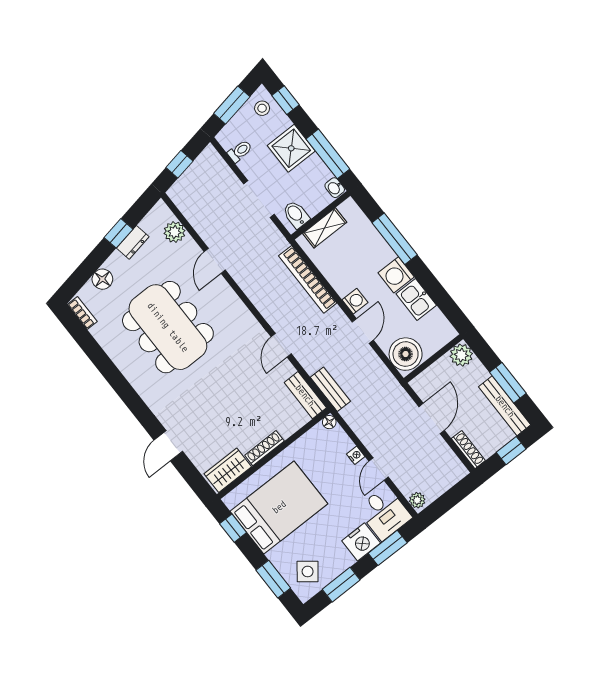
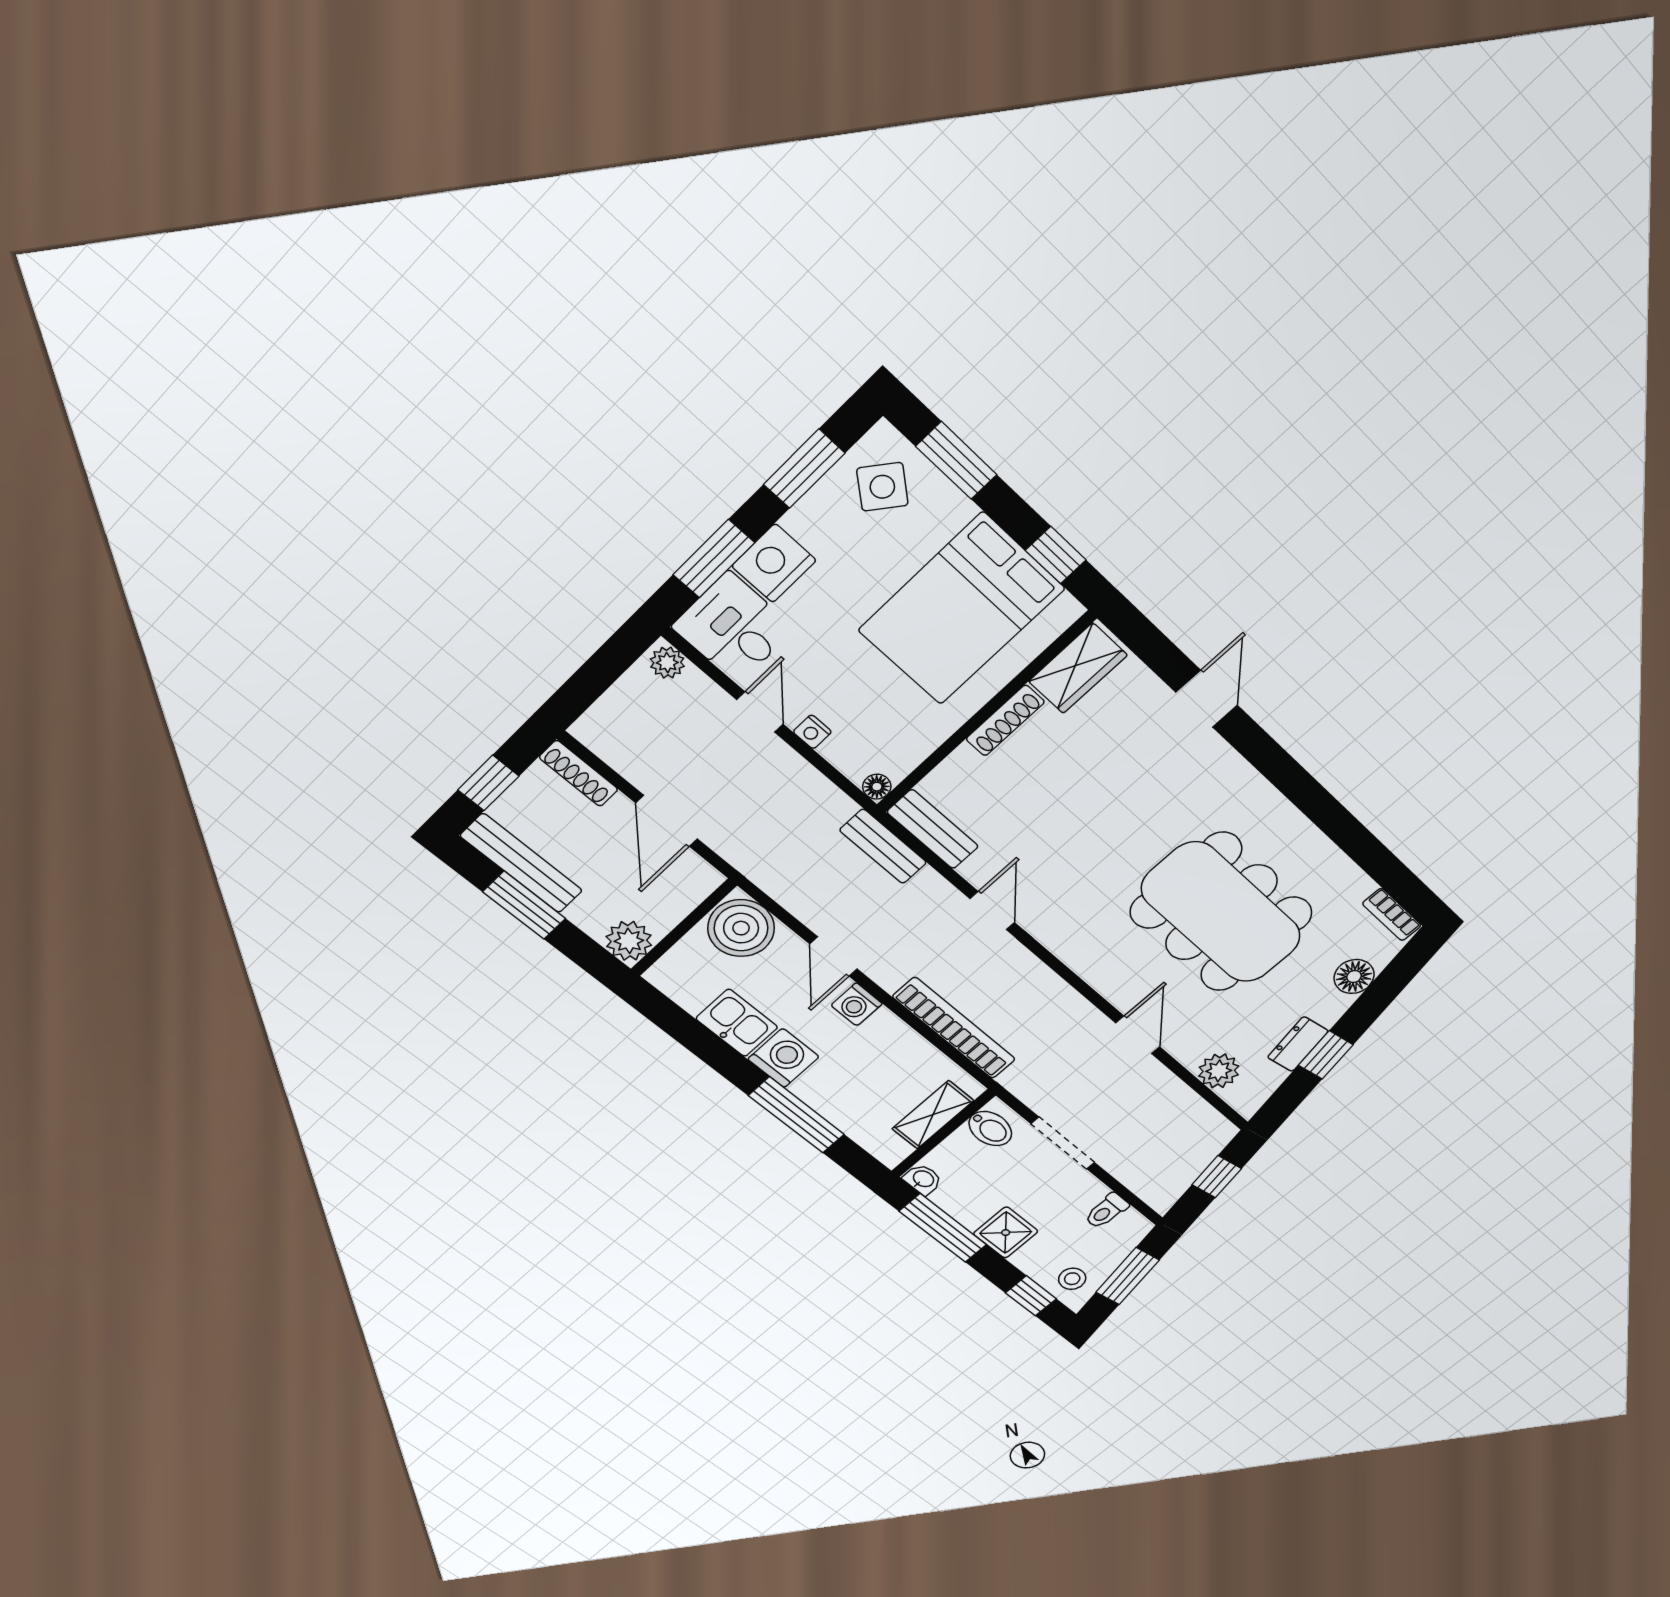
shower: (291, 148) -> (1006, 1233), width x0.73, depth x0.73

